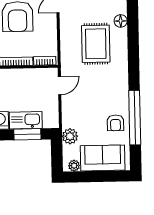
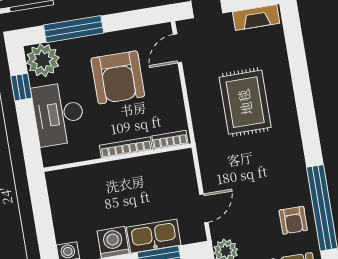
floor lamp: (121, 21) -> (279, 61), removed
door: (60, 86) -> (204, 208), moved

